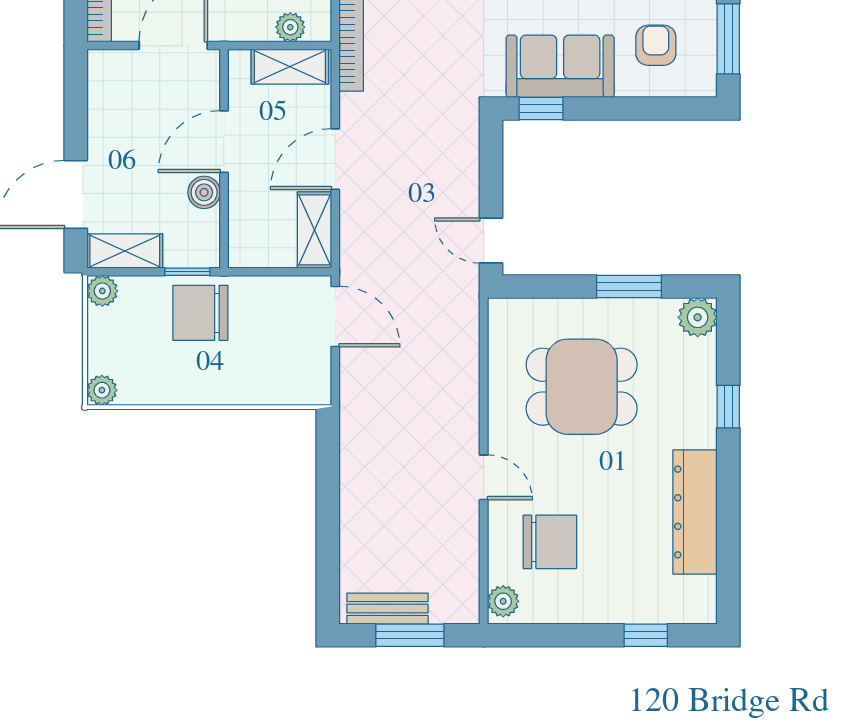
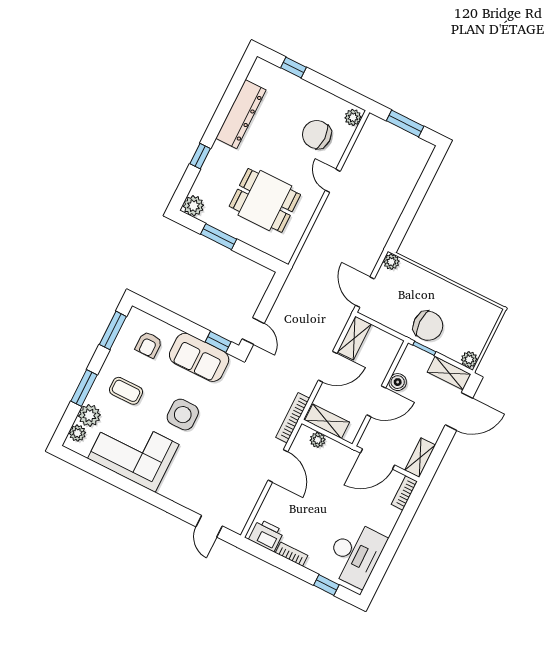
shelving: (102, 84) -> (420, 458), added
door: (491, 240) -> (253, 331), moved
plant: (102, 390) -> (391, 262), moved
bench: (387, 609) -> (409, 141), removed

